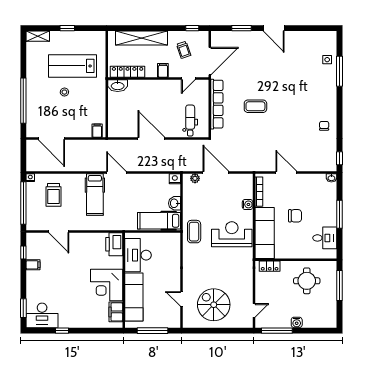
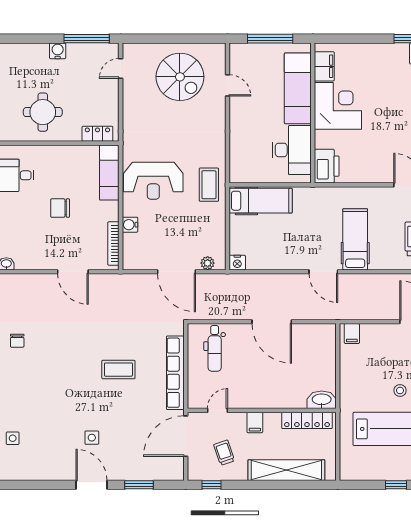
side table: (273, 60) -> (92, 438), added
washbasin: (174, 203) -> (238, 226), removed
exam couch: (265, 233) -> (109, 172), width x0.73, depth x0.69

